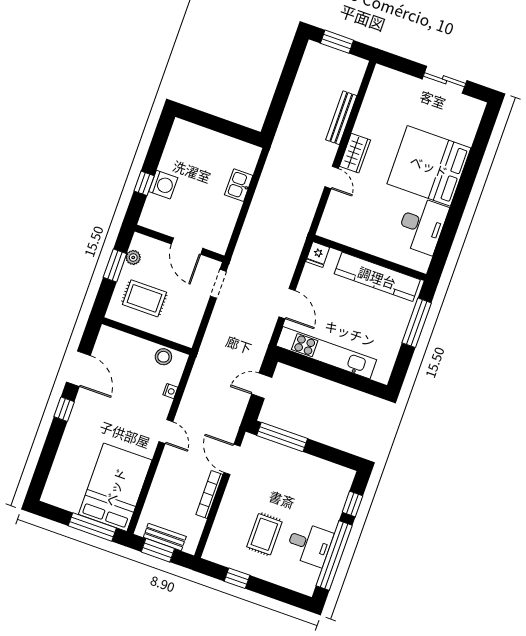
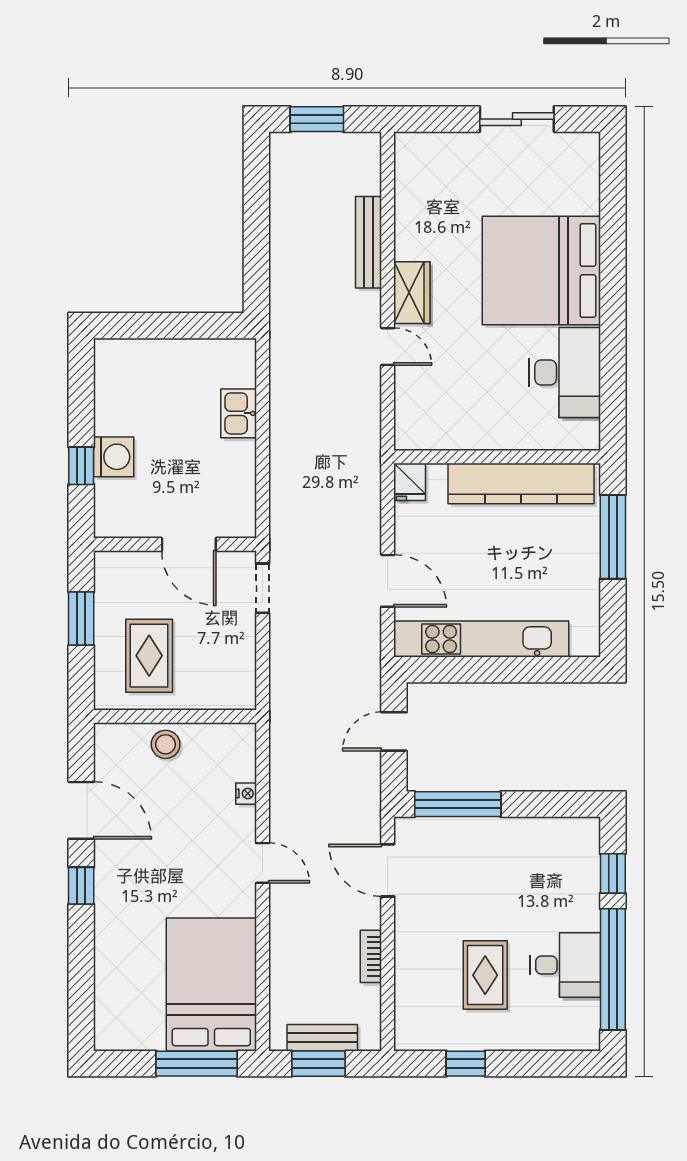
plant: (133, 257) -> (107, 595), removed
rug: (144, 298) -> (149, 656), turned 90
stool: (163, 357) -> (166, 744), moved
bookcase: (209, 494) -> (371, 956), width x0.64

